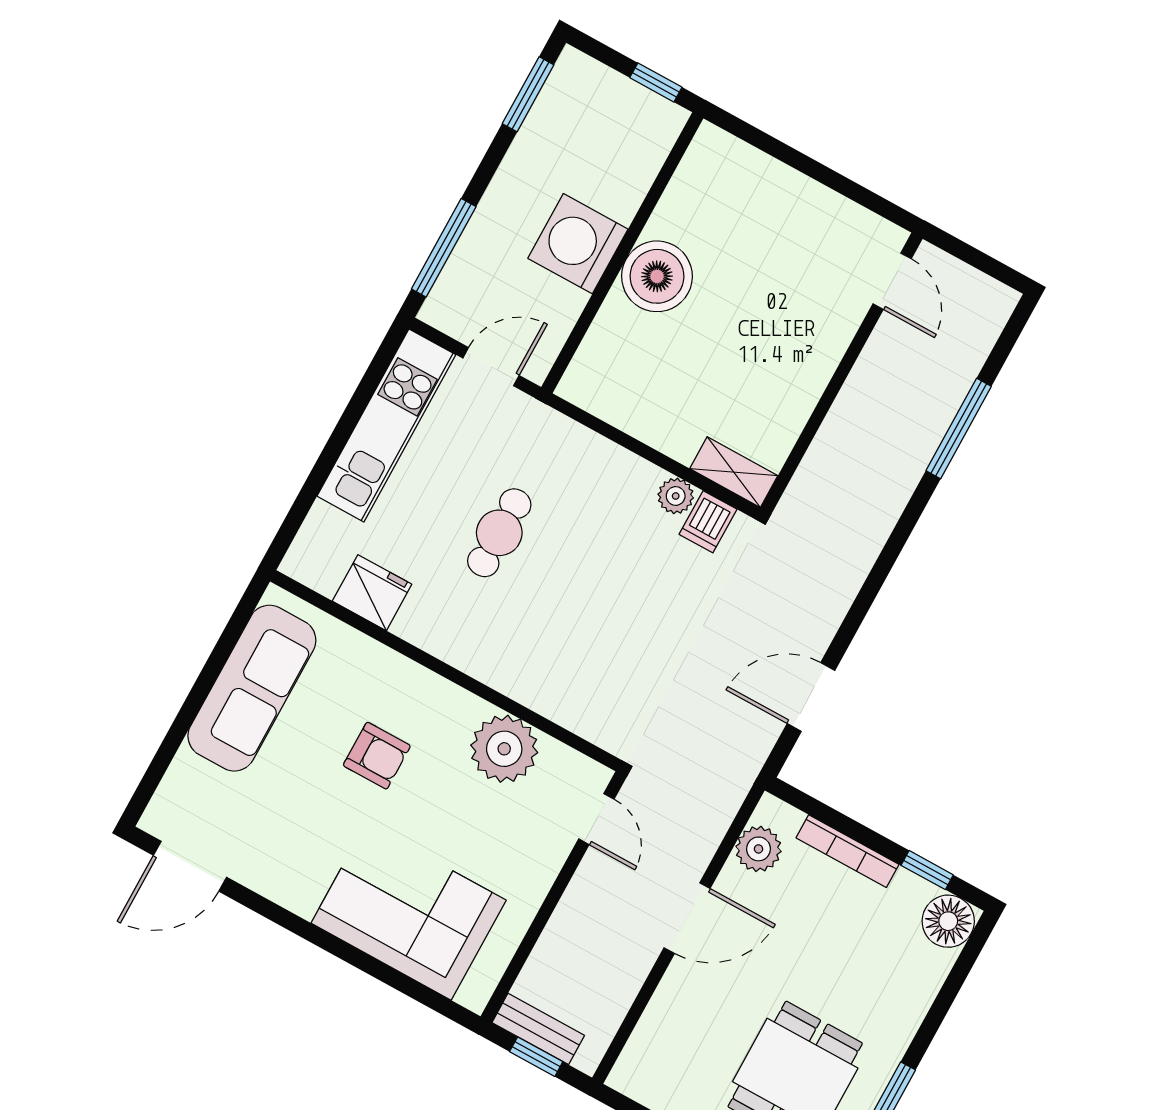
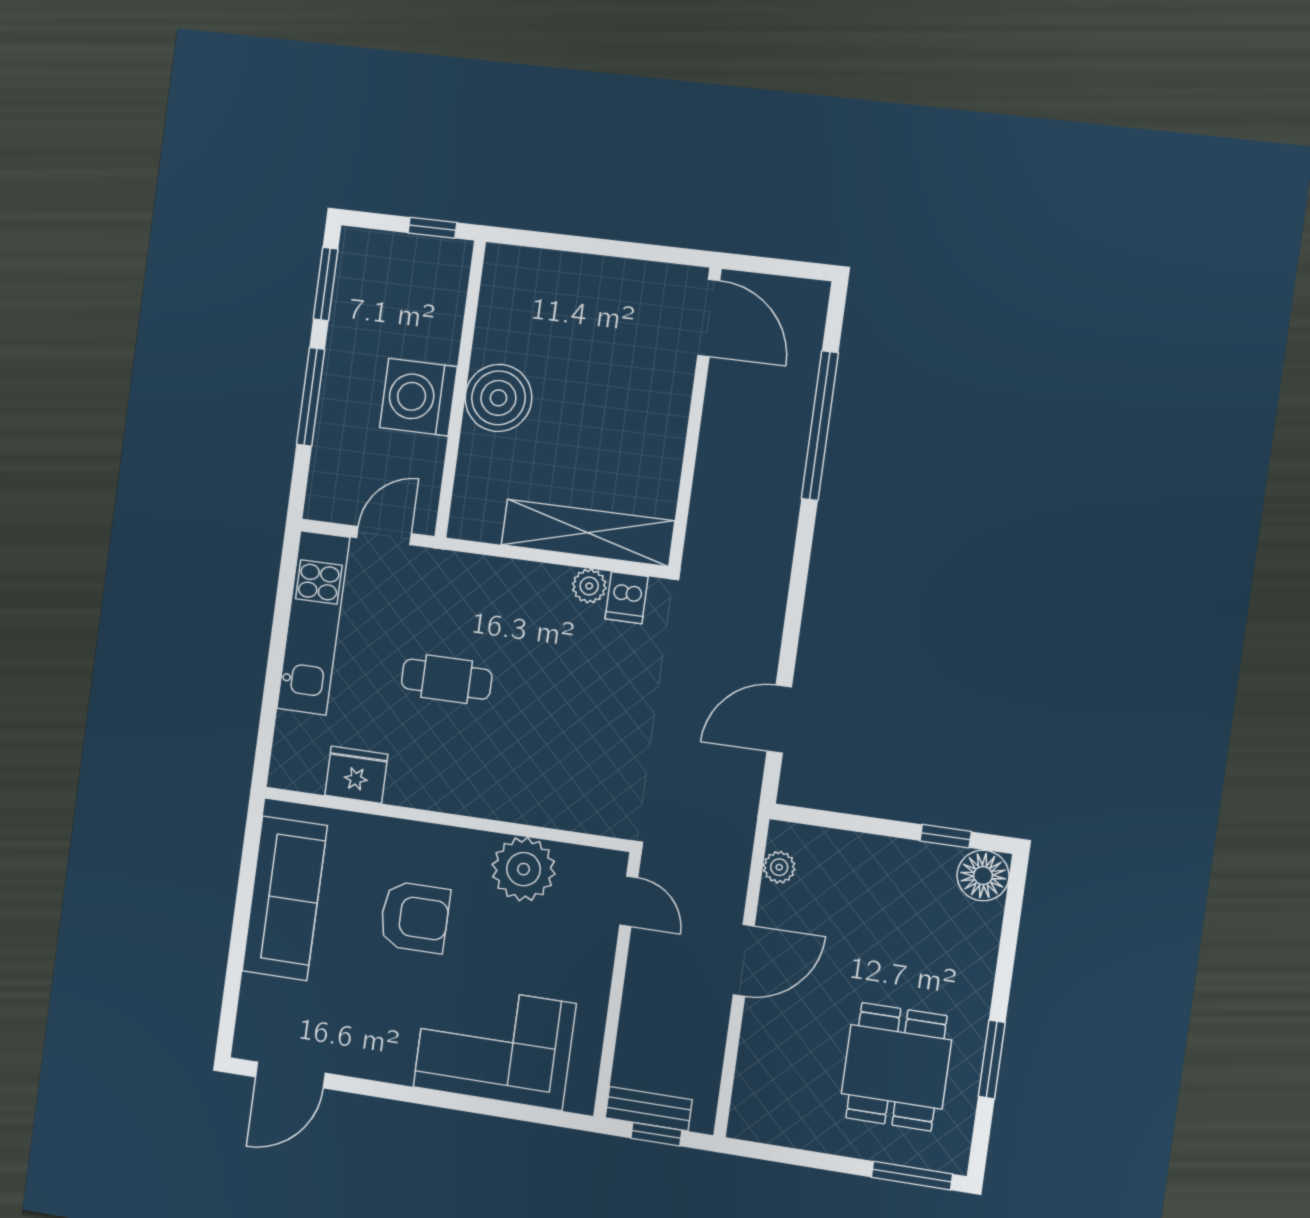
window: (444, 248) -> (311, 397), moved
door: (892, 281) -> (709, 318), width x1.38
window: (959, 429) -> (820, 426), width x1.46
shelving: (734, 472) -> (588, 533), width x2.20, depth x1.33
cafe table: (499, 533) -> (447, 679), turned 90
armchair: (377, 756) -> (415, 917), width x1.38, depth x1.38
plant: (758, 849) -> (779, 867), width x0.73, depth x0.73
bookcase: (848, 851) -> (866, 846), removed

